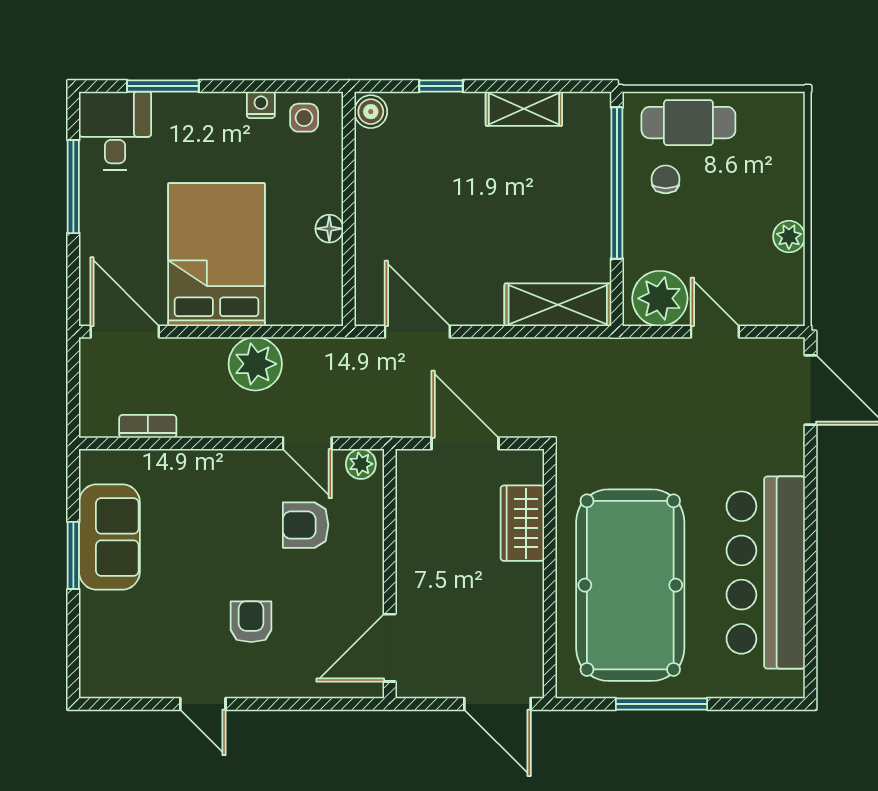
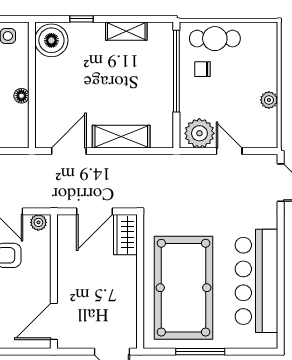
boiler: (371, 112) -> (51, 40), width x1.86, depth x1.86
chair: (666, 179) -> (202, 69), turned -90
shelving: (558, 305) -> (121, 137), moved
door: (417, 332) -> (69, 151), hinge flipped
door: (465, 443) -> (95, 211), swing flipped
wardrobe: (522, 523) -> (125, 235), moved

